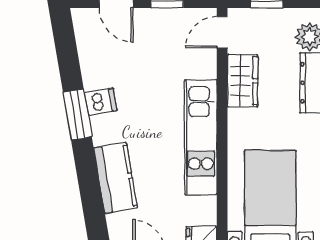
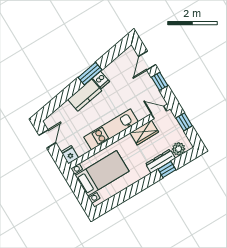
kitchen counter: (116, 178) -> (85, 95), moved

